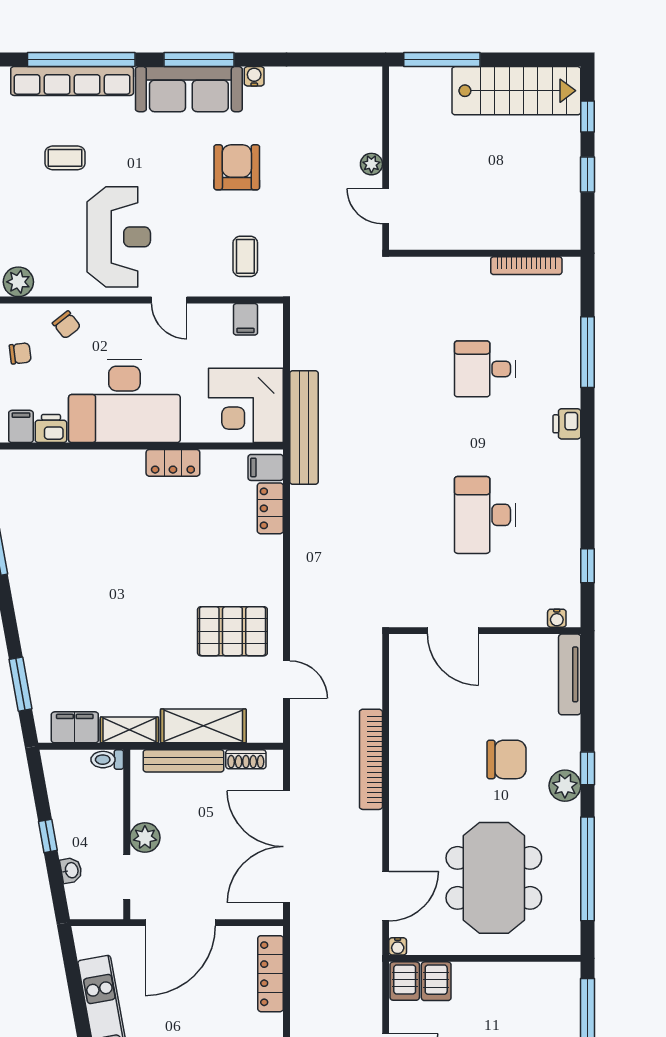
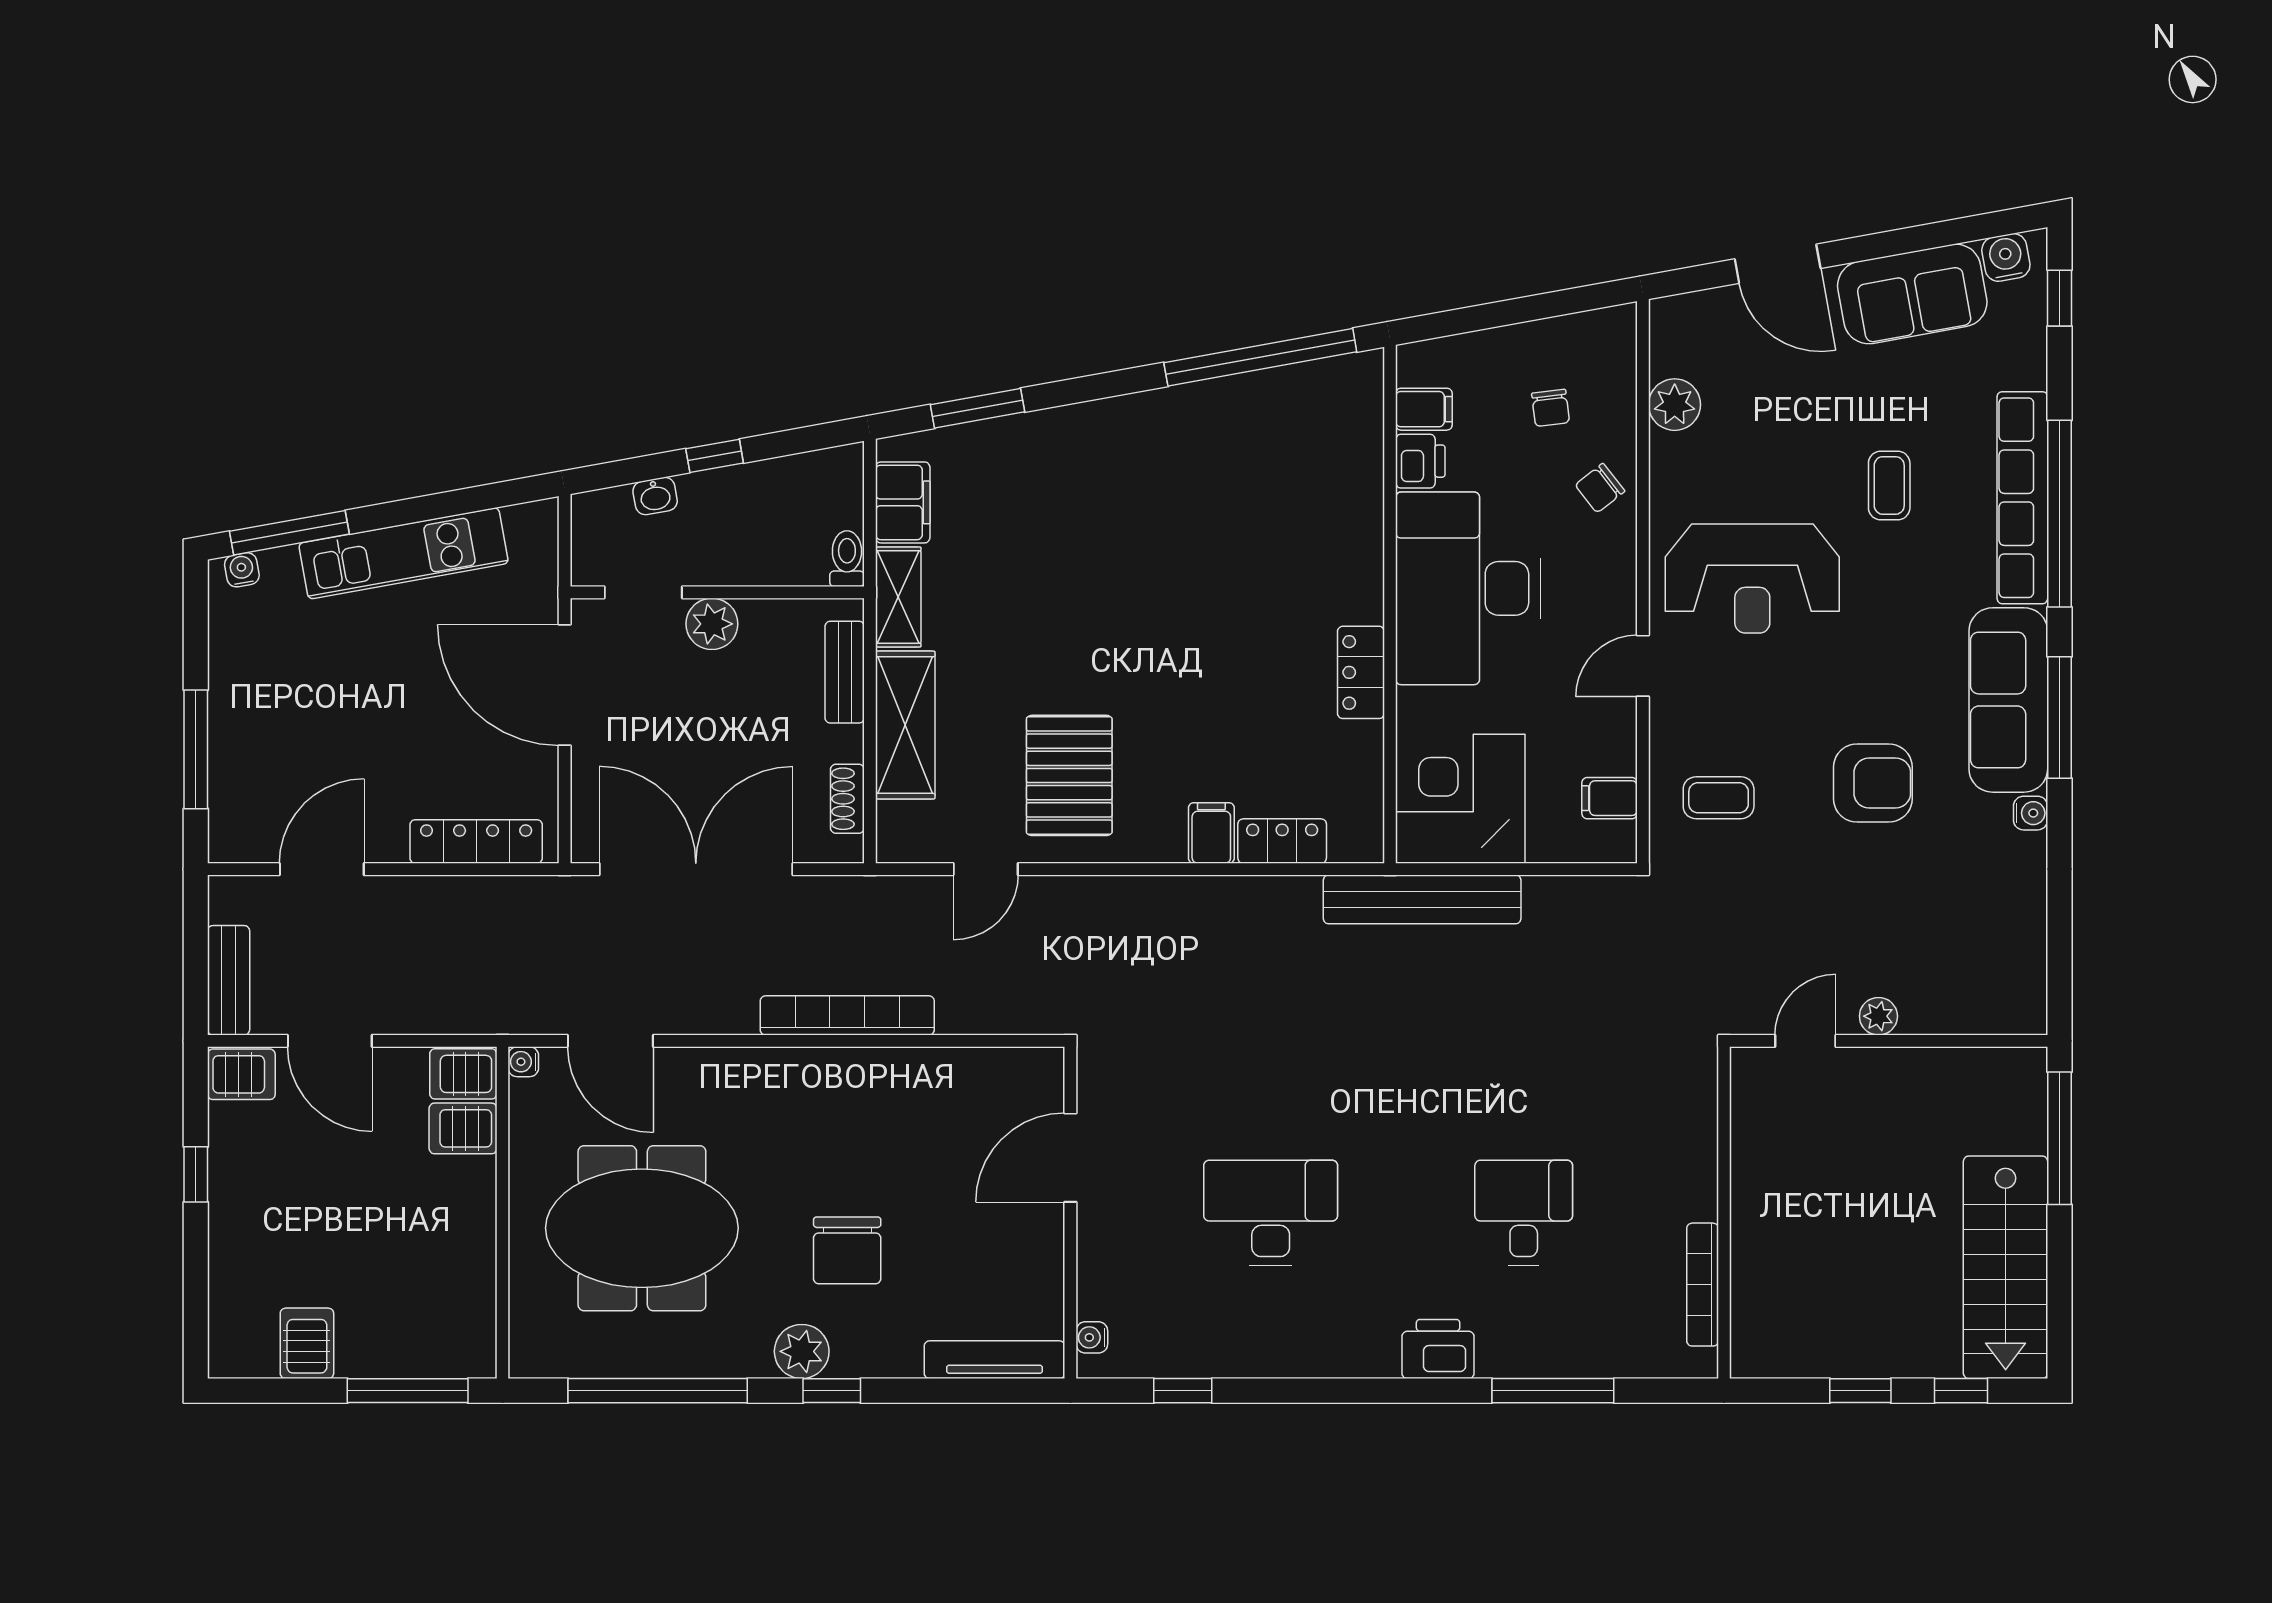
printer: (567, 424) -> (1438, 1349), width x1.36, depth x1.24
filing cabinet: (266, 467) -> (1211, 833), moved
bench: (183, 761) -> (845, 672), width x0.73

